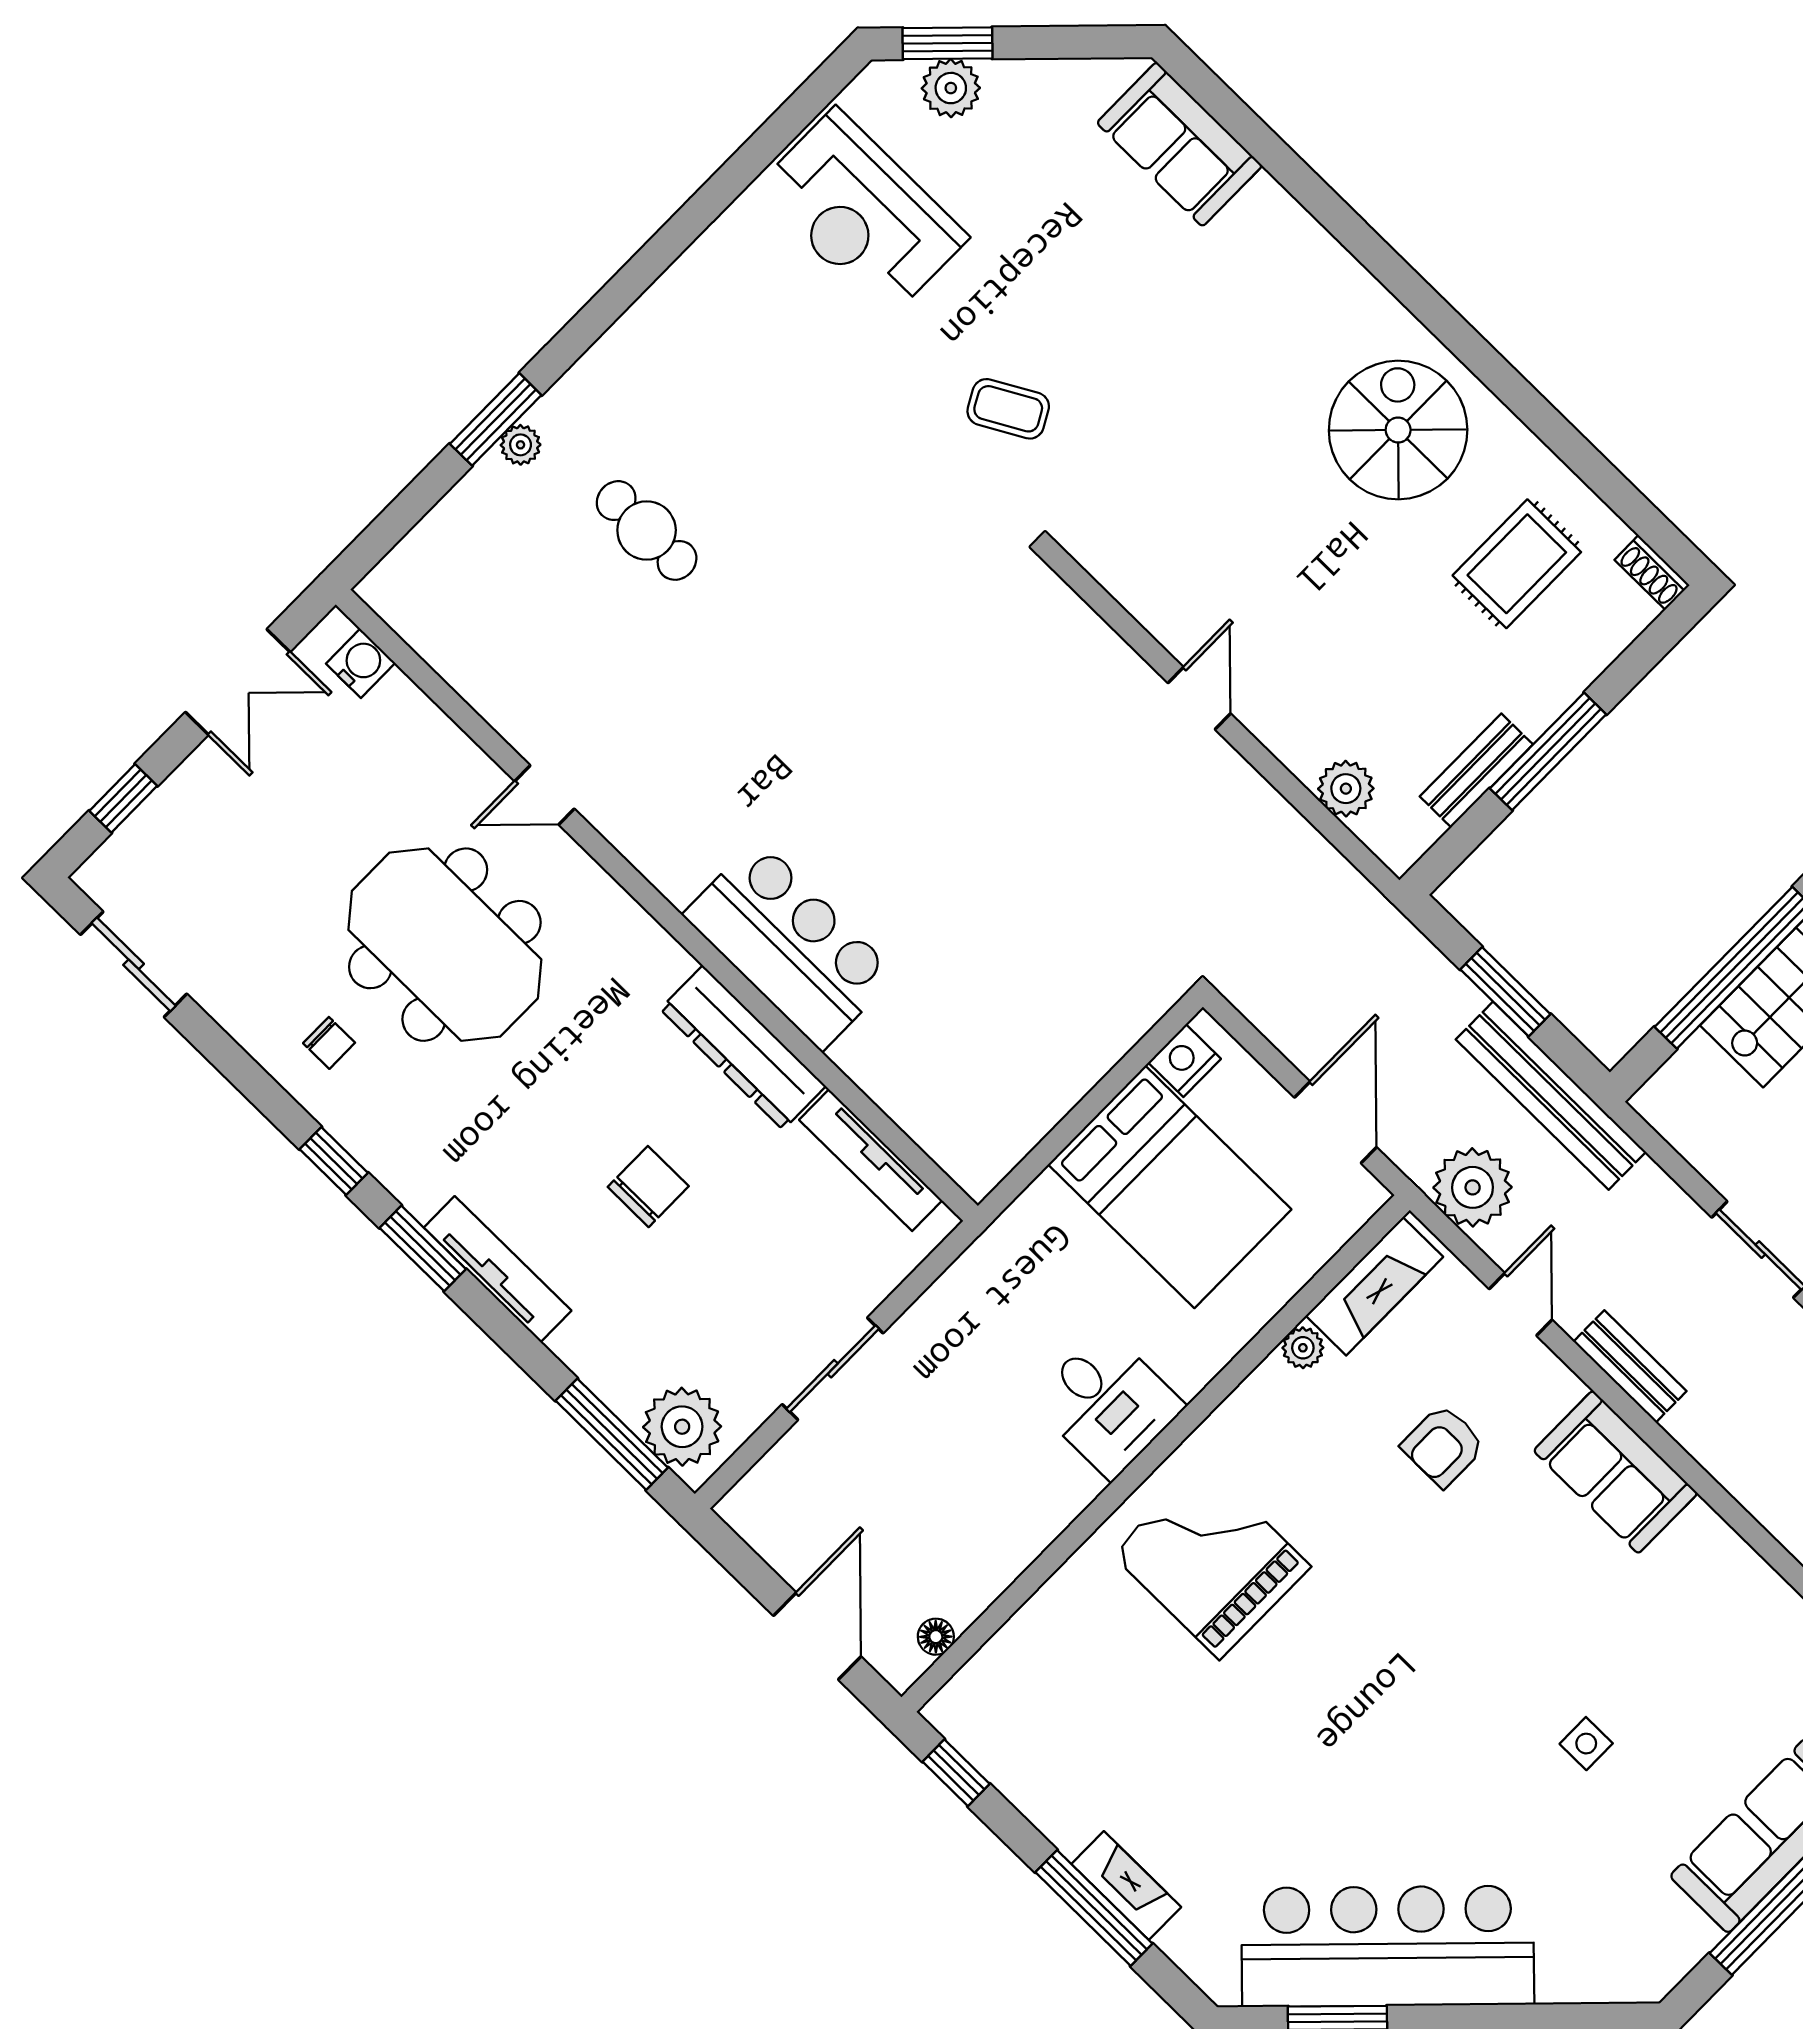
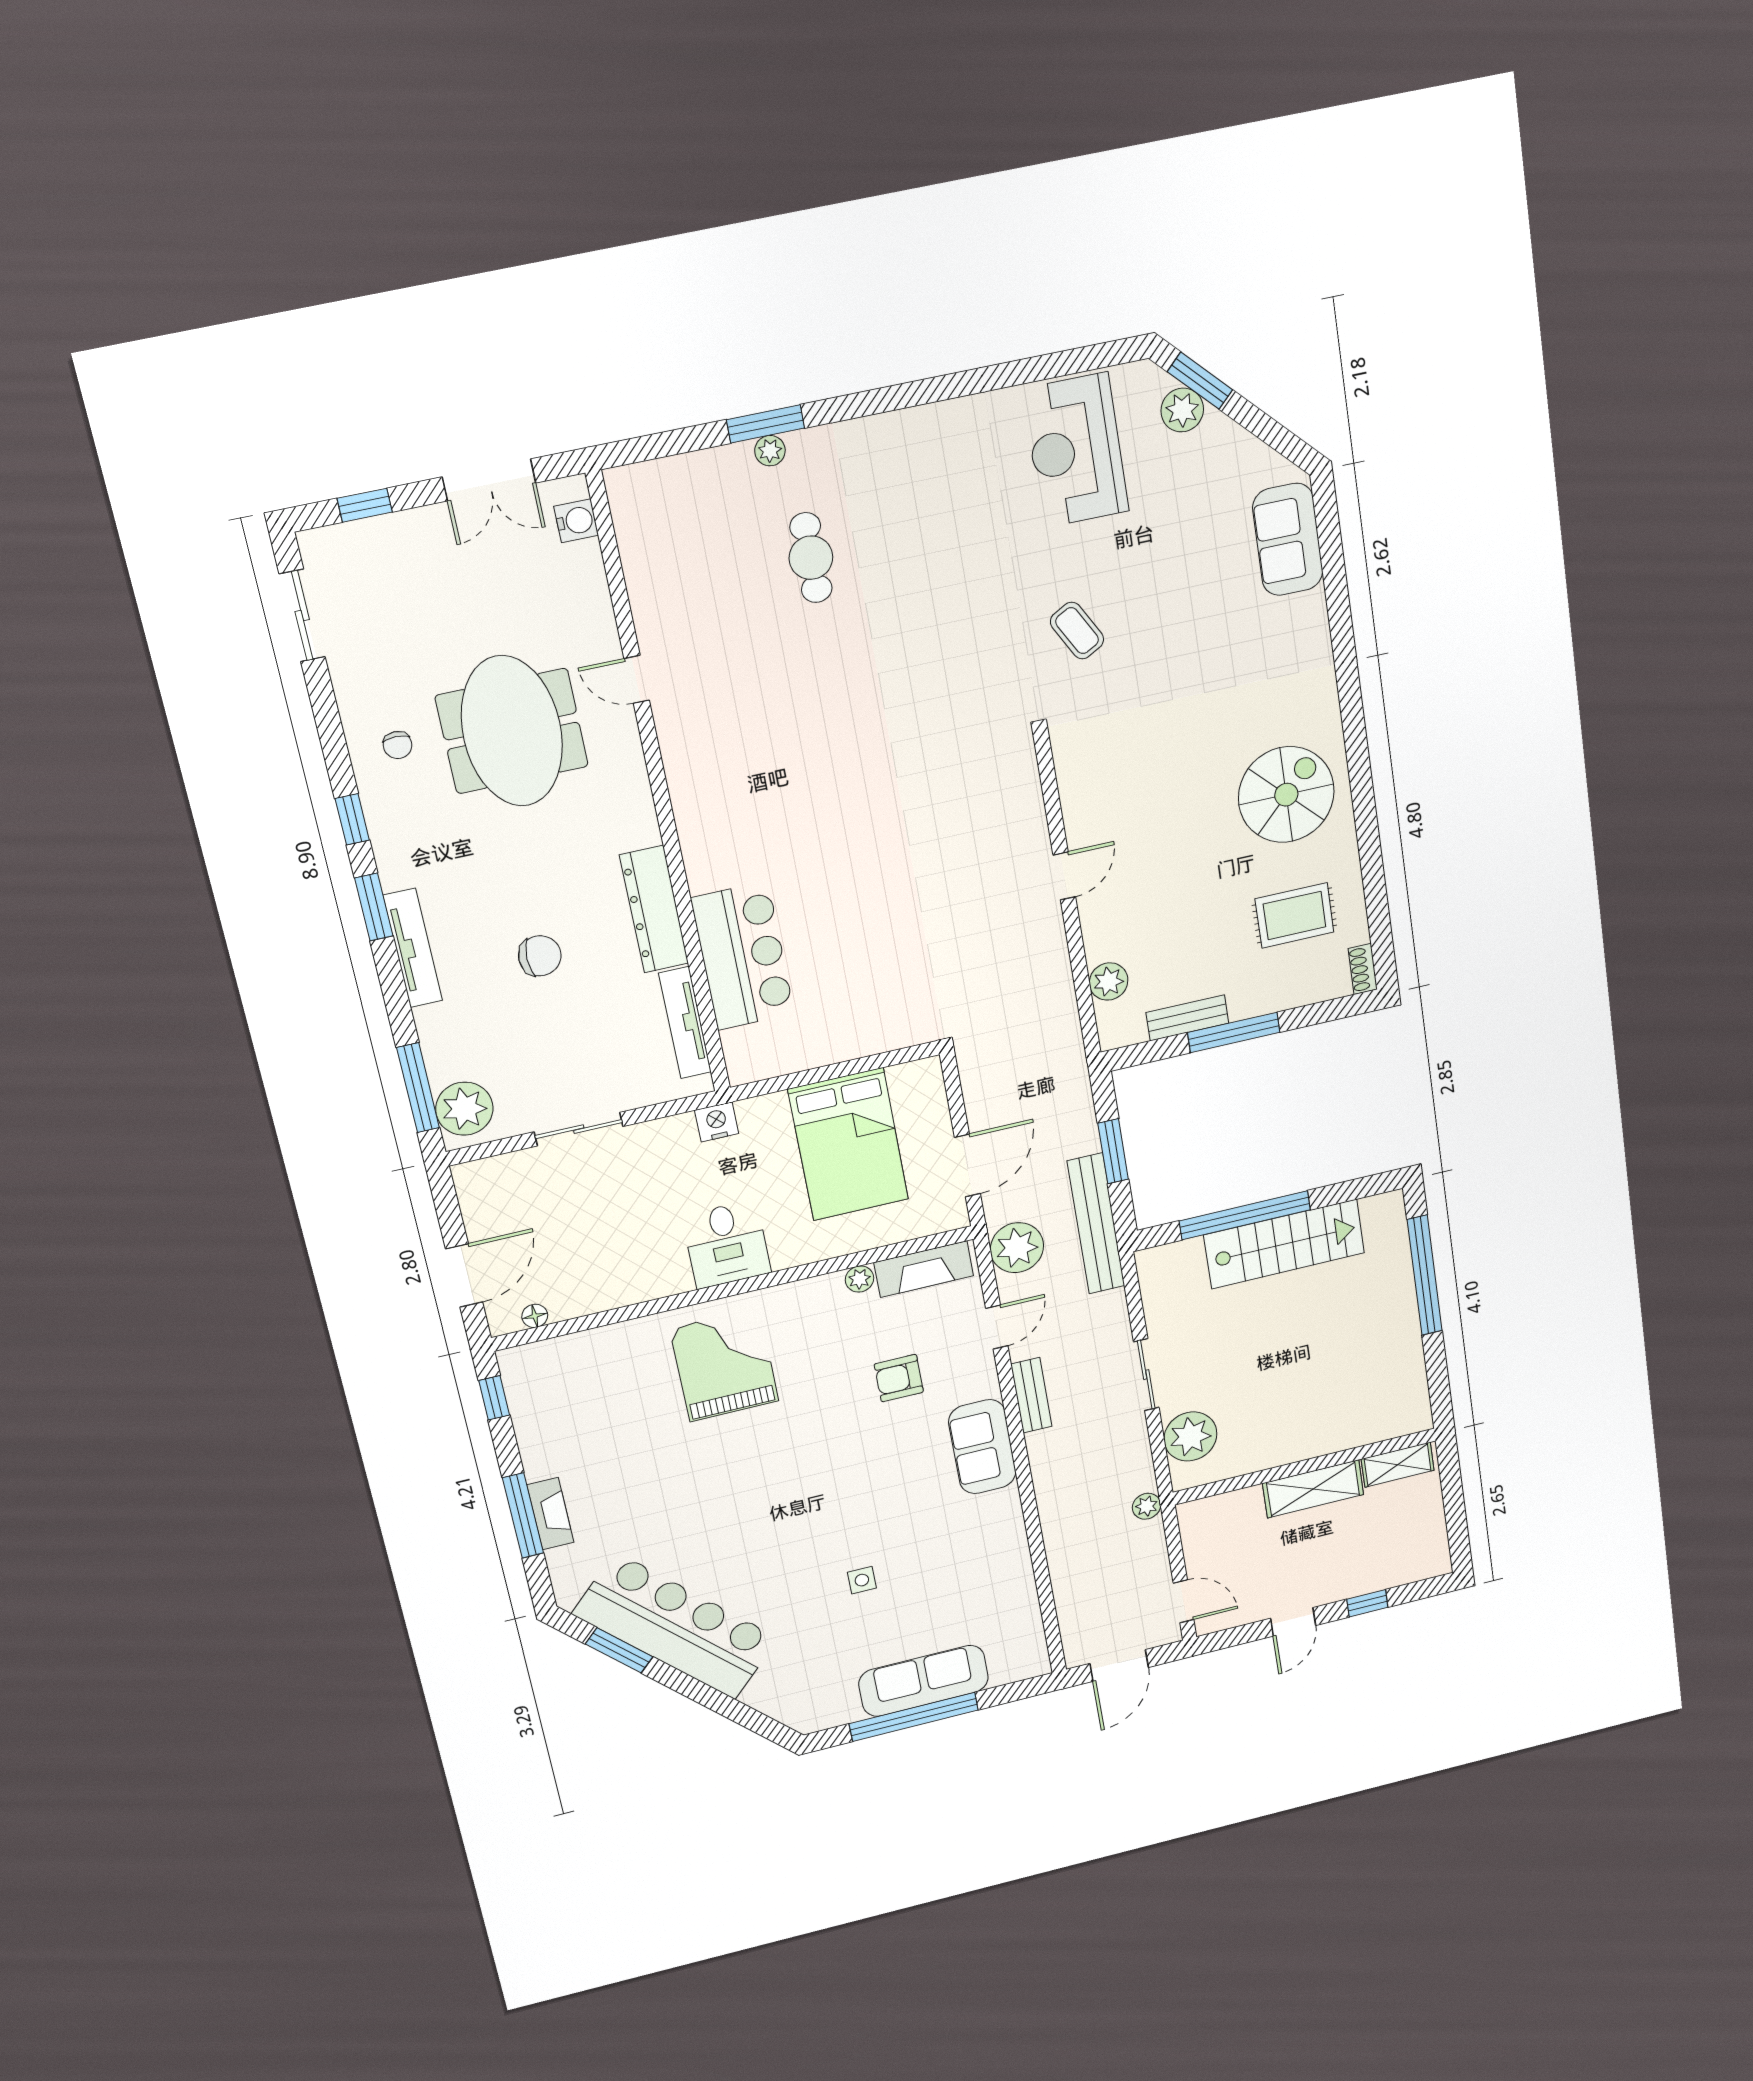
bar counter: (790, 945) -> (743, 956), moved
nightstand: (1185, 1061) -> (717, 1122), moved

